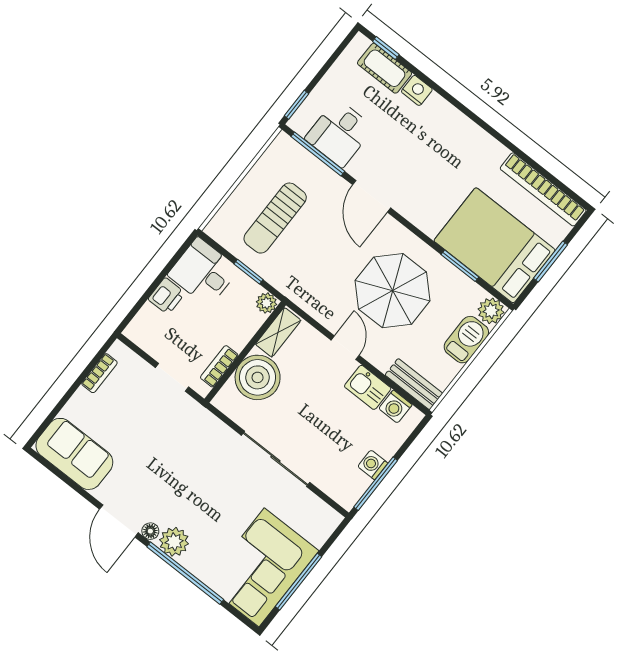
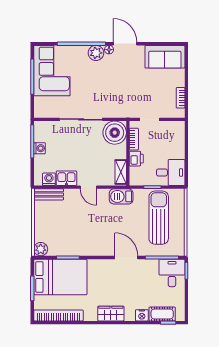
wardrobe: (462, 130) -> (111, 314), added
desk: (339, 133) -> (172, 273), moved
sun lounger: (275, 218) -> (159, 218), width x1.36, depth x1.34
parasol: (393, 291) -> (87, 226), removed
printer: (167, 296) -> (136, 159), moved, turned 180
plant: (266, 303) -> (135, 180), removed
barbecue: (466, 340) -> (121, 196), moved, turned 90
boiler: (258, 377) -> (115, 133), moved

